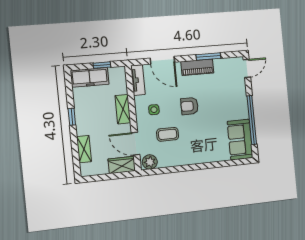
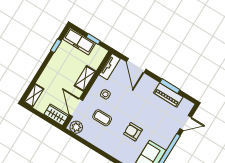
piano: (197, 67) -> (168, 95), moved
door: (247, 68) -> (186, 123), moved
armchair: (189, 106) -> (133, 132), moved
window: (72, 117) -> (56, 46), moved
shelving: (84, 149) -> (34, 95), moved

